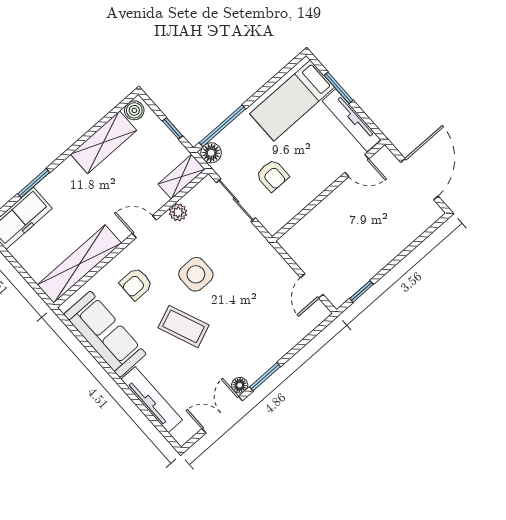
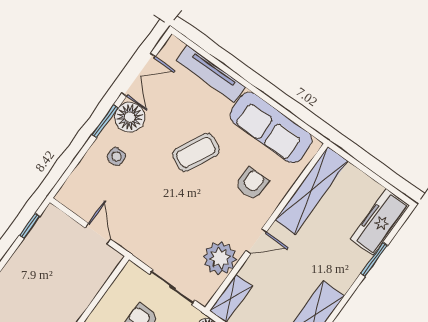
plant: (178, 212) -> (220, 258), width x1.87, depth x1.87
side table: (196, 274) -> (116, 157), moved, width x0.54, depth x0.54
door: (312, 286) -> (98, 234), moved
coffee table: (183, 326) -> (196, 152), turned -42
floor lamp: (240, 385) -> (130, 117), width x1.89, depth x1.89

